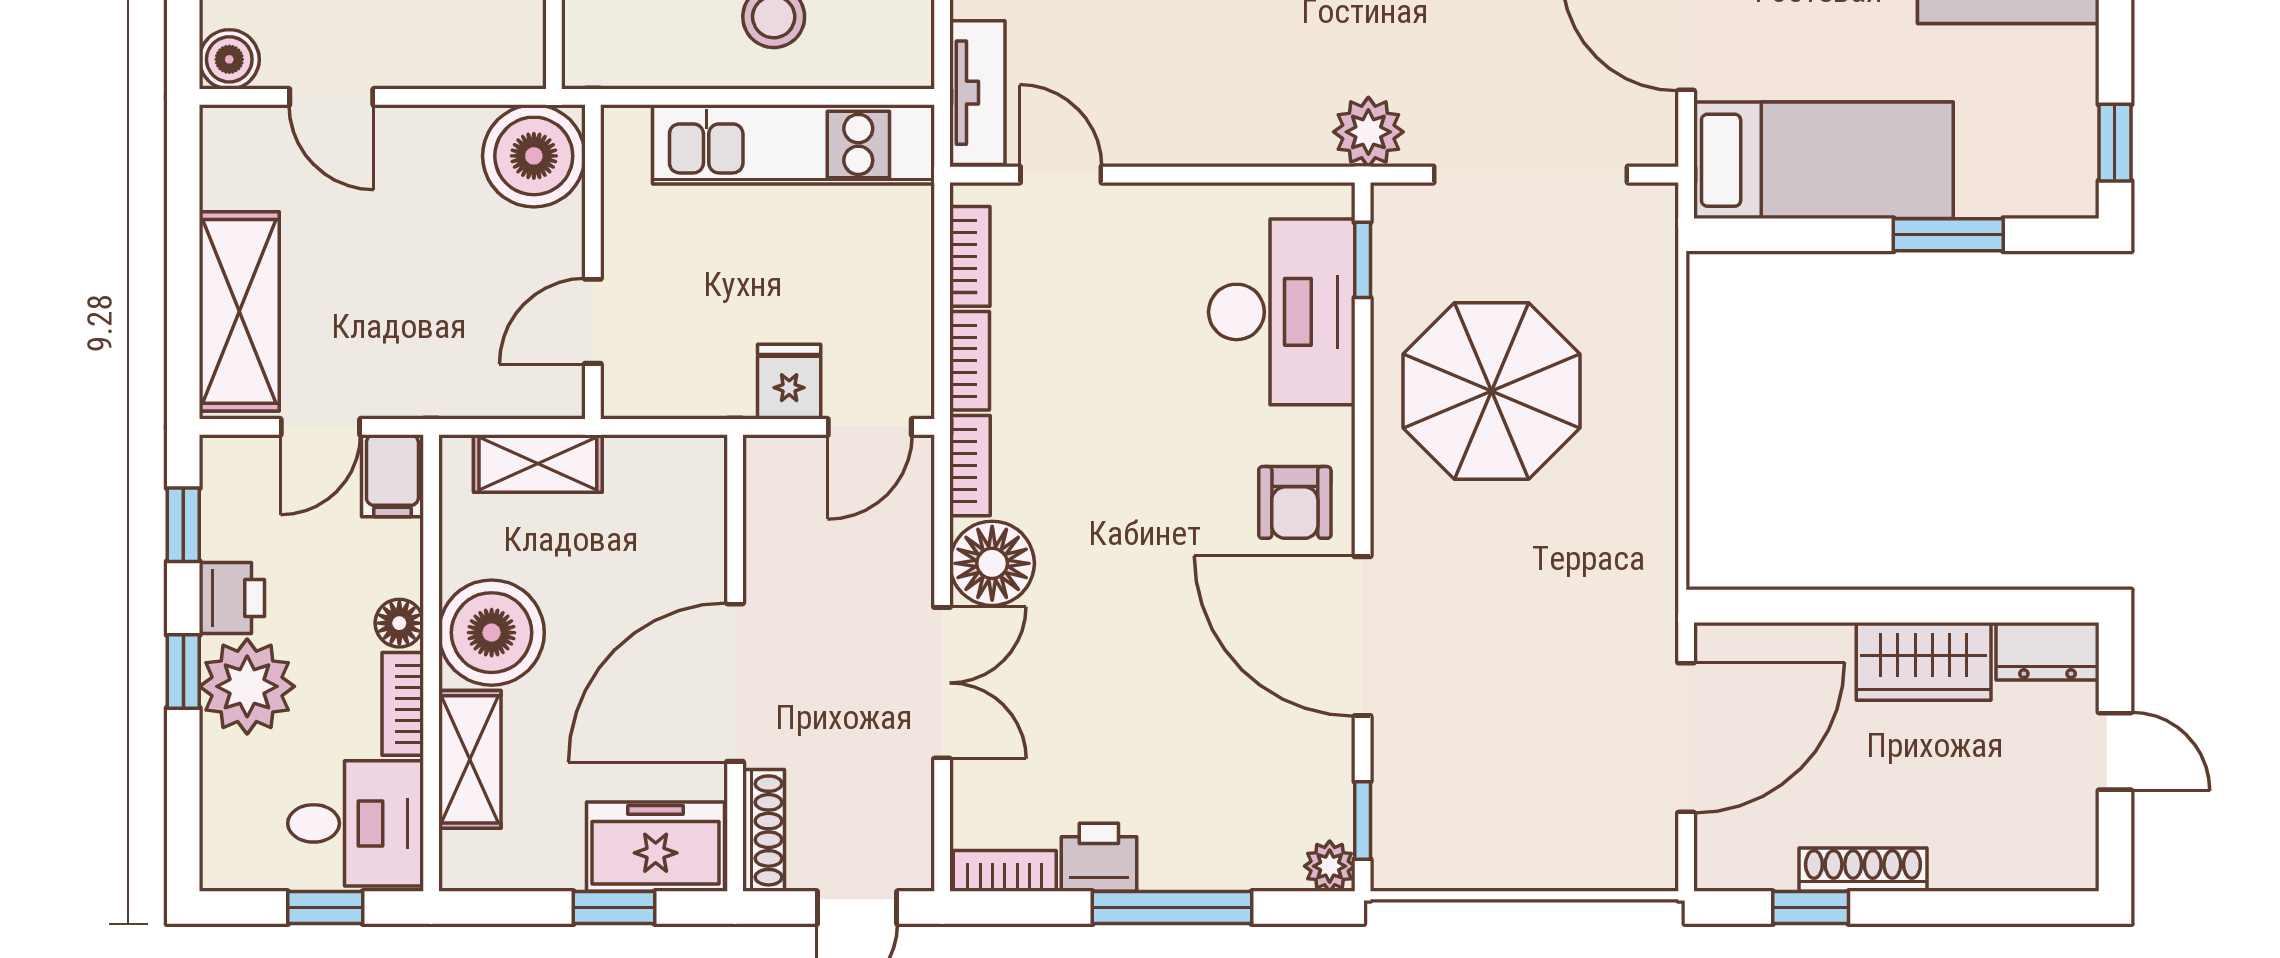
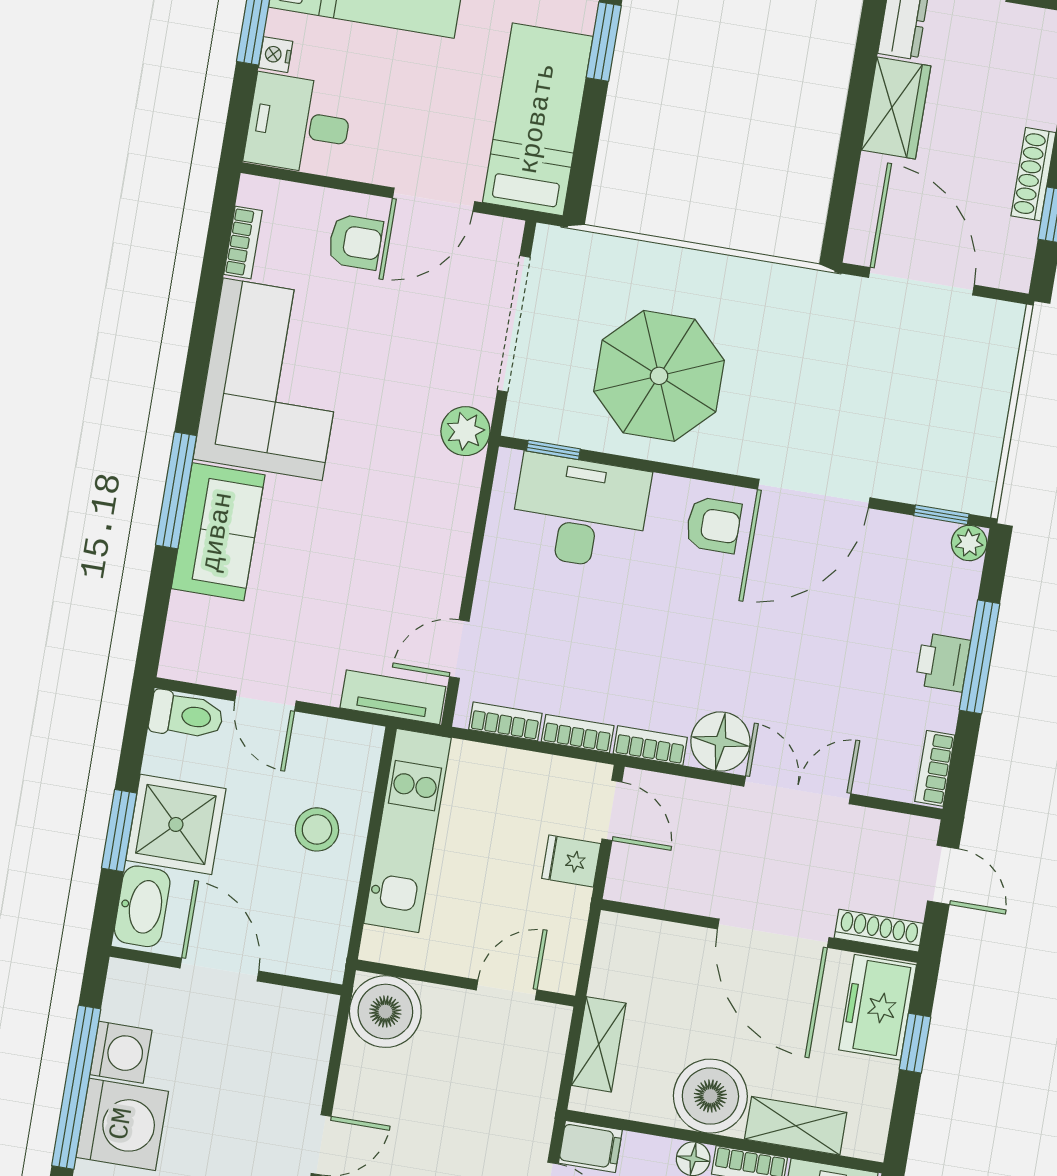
door: (593, 321) -> (507, 990), swing flipped
printer: (1099, 857) -> (943, 662), moved

